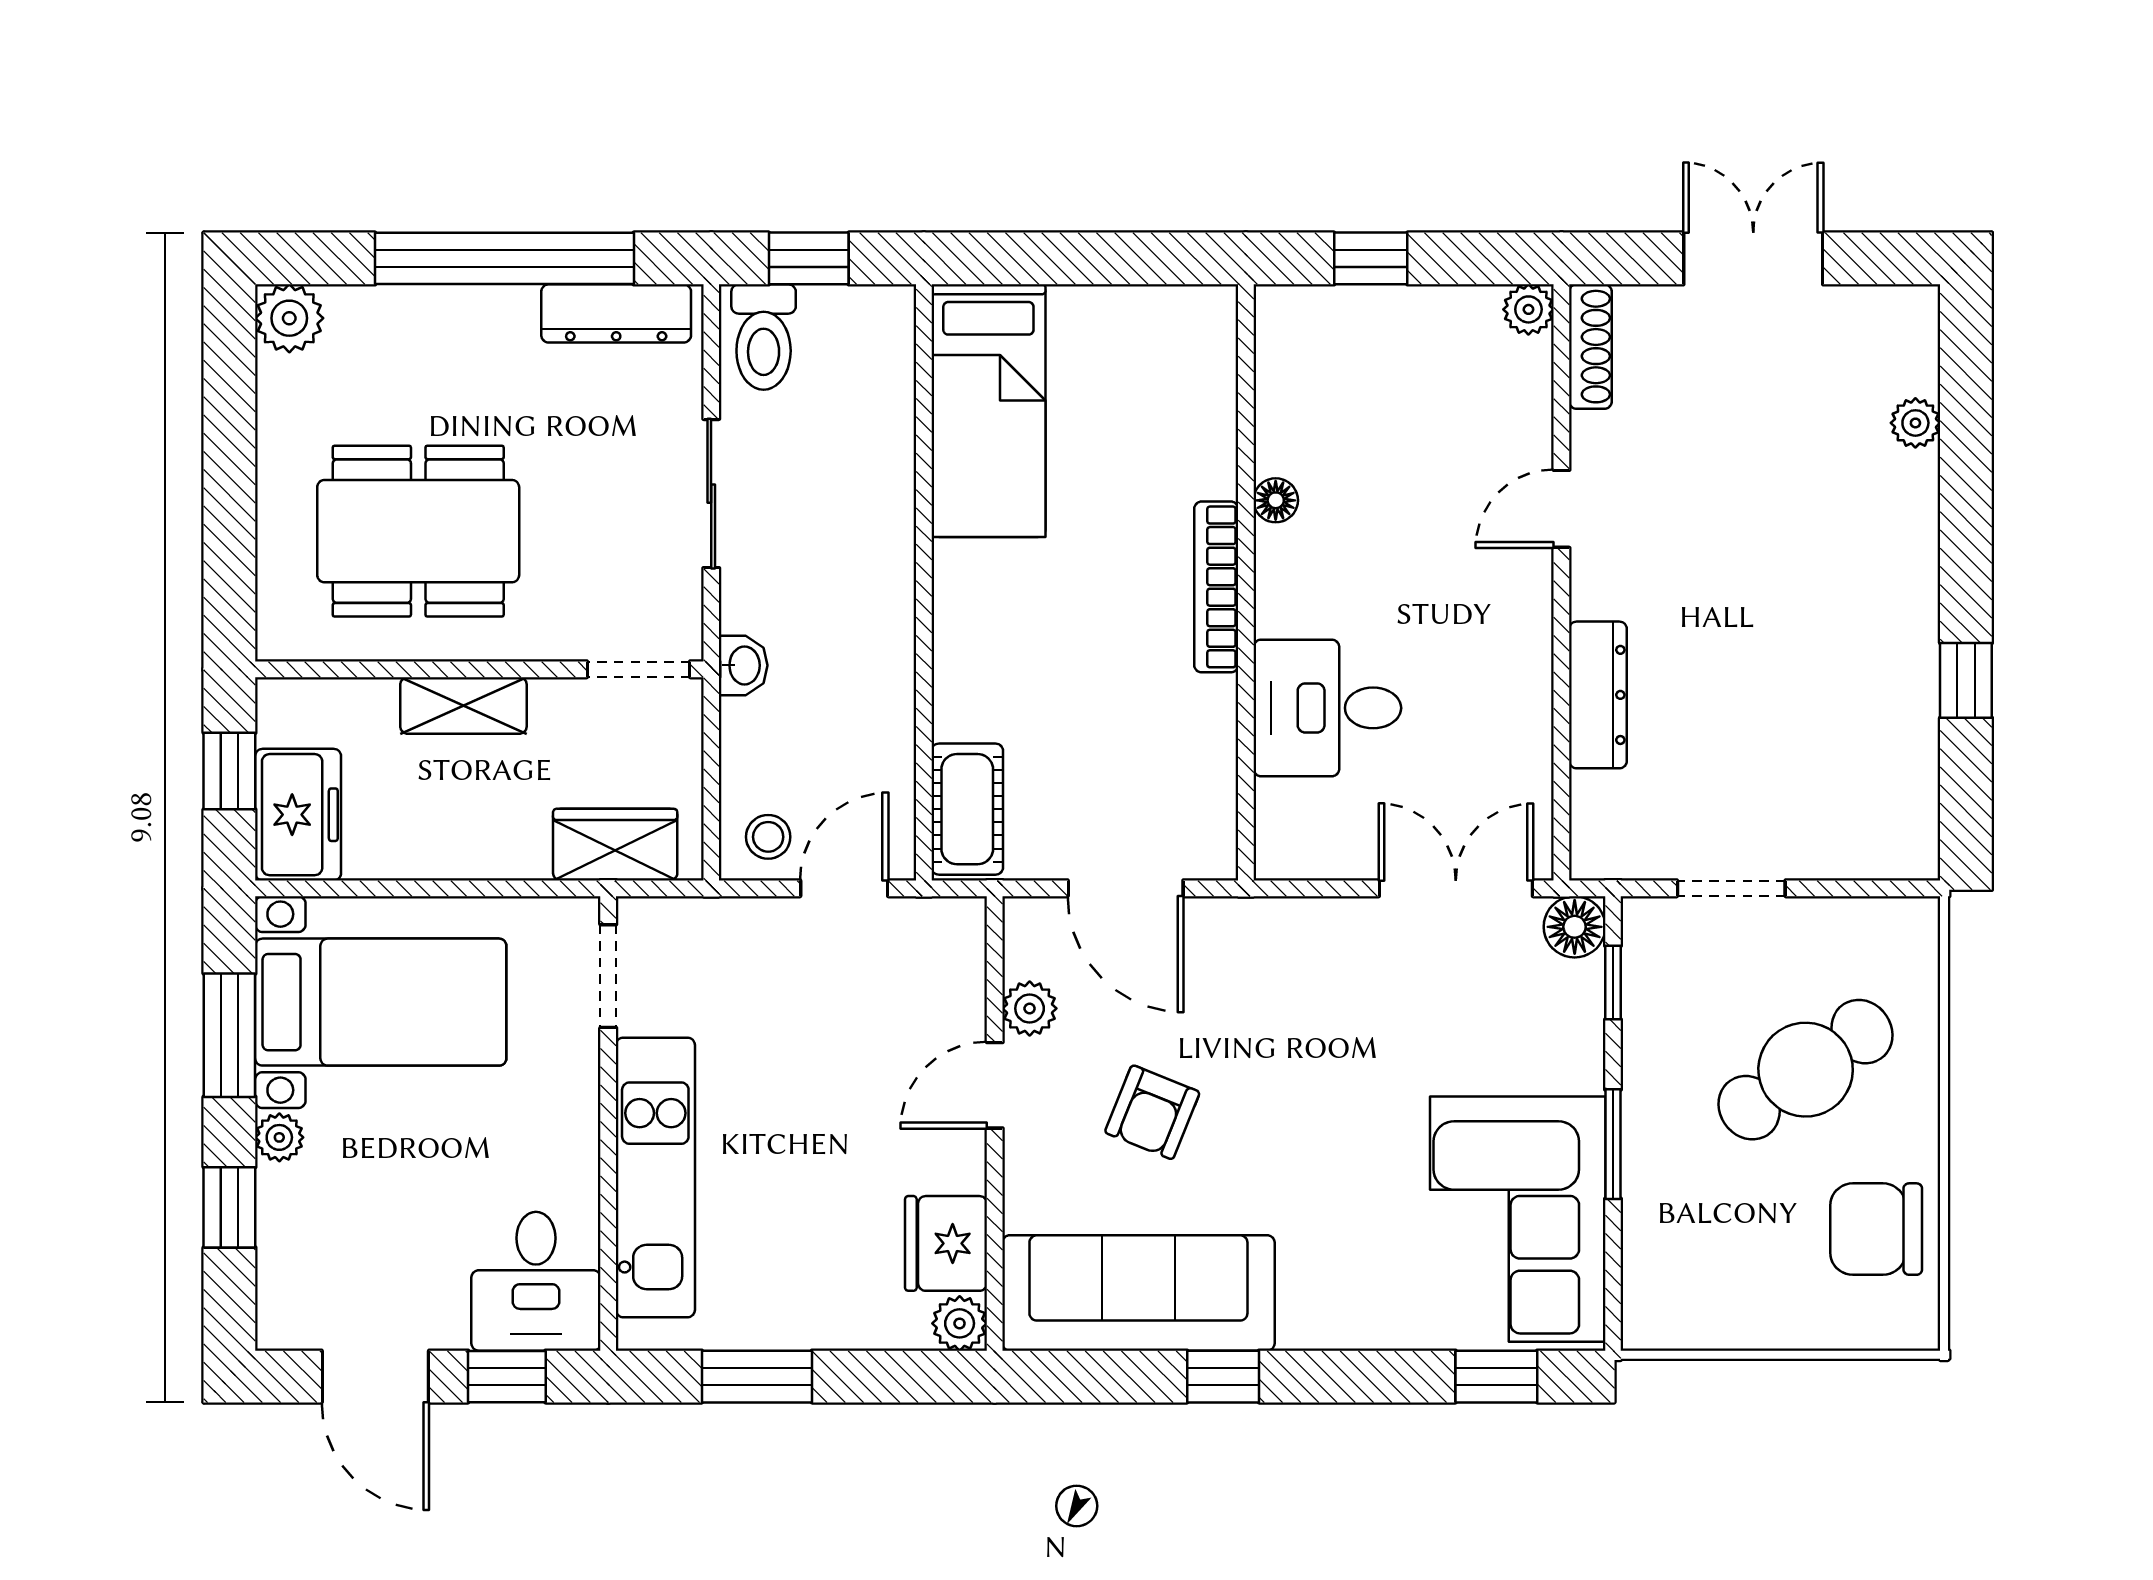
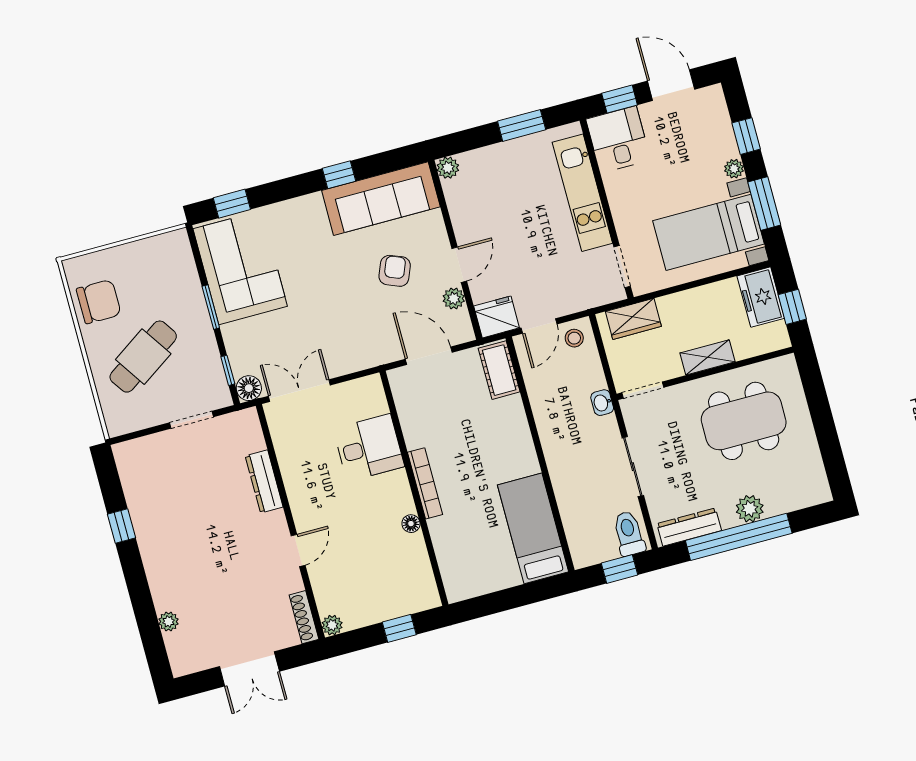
plant: (289, 318) -> (750, 509), moved
double door: (1456, 888) -> (299, 391), swing flipped
fridge: (946, 1243) -> (497, 317), moved, turned -90

